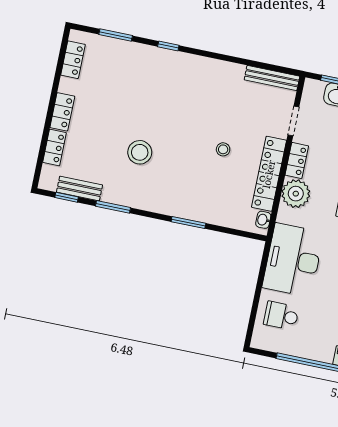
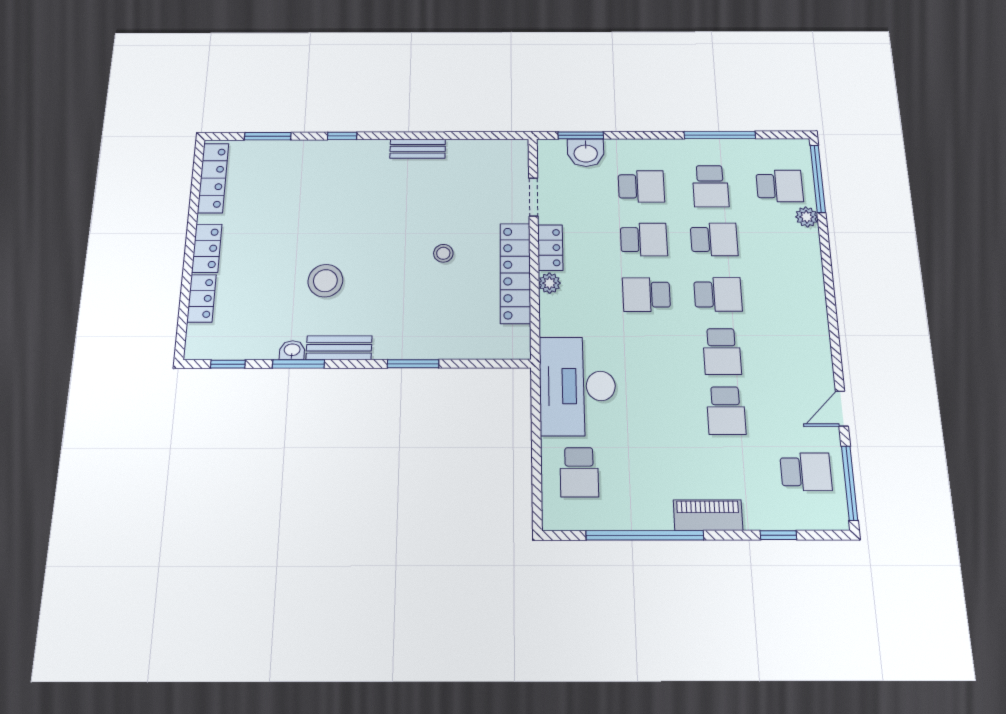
locker: (73, 60) -> (213, 178), width x1.53
bench: (272, 78) -> (418, 149), moved, width x0.73
bench: (80, 189) -> (339, 348), moved
plant: (296, 194) -> (550, 283), width x0.53, depth x0.53
washbasin: (263, 220) -> (292, 350), moved, turned 90
school desk: (281, 316) -> (579, 472), turned -90

